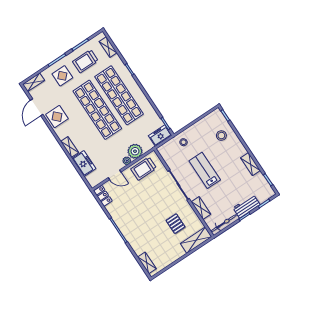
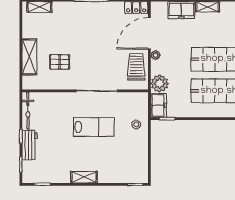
stool: (221, 136) -> (118, 167), removed
plant: (135, 151) -> (160, 83), moved
shelving: (251, 164) -> (84, 177), moved
door: (115, 175) -> (149, 33), width x1.87
shelving: (201, 208) -> (58, 98), removed
shelving: (196, 240) -> (29, 57), moved

